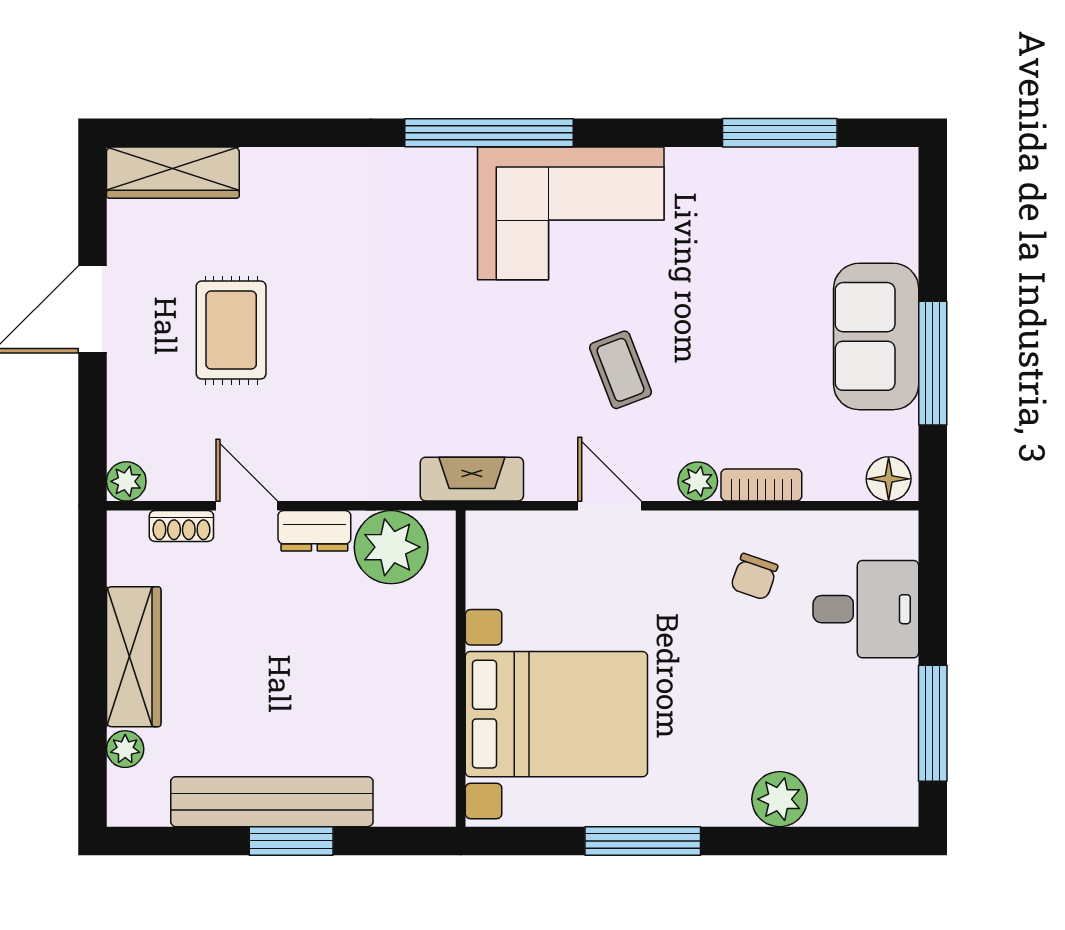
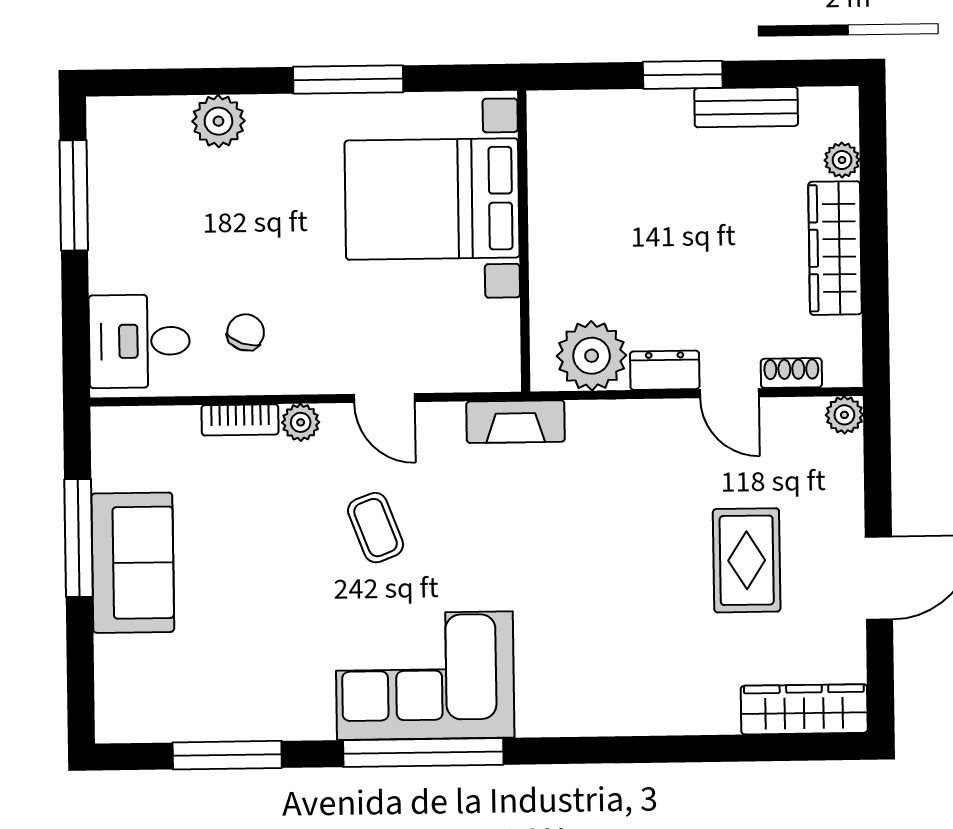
window: (489, 133) -> (423, 752), moved
floor lamp: (889, 479) -> (119, 427), removed
desk: (866, 609) -> (139, 341), moved
bench: (272, 802) -> (746, 107), width x0.54, depth x0.82

